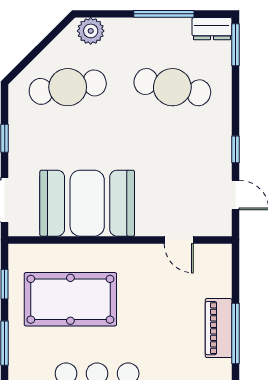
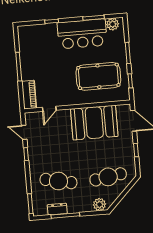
dresser: (212, 29) -> (57, 209), moved
door: (179, 240) -> (49, 109), swing flipped
piano: (219, 328) -> (29, 95), moved

